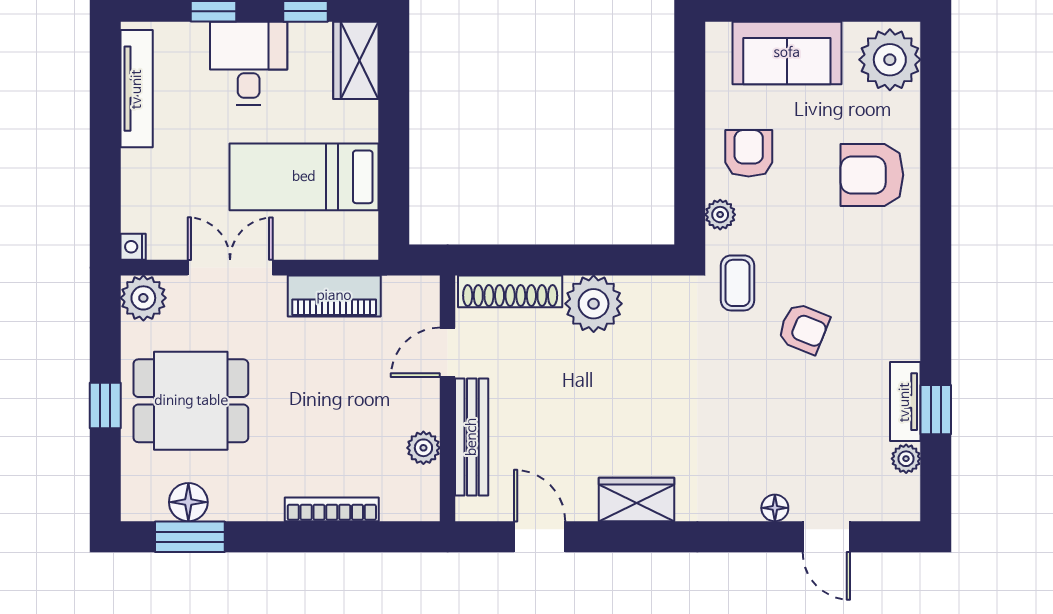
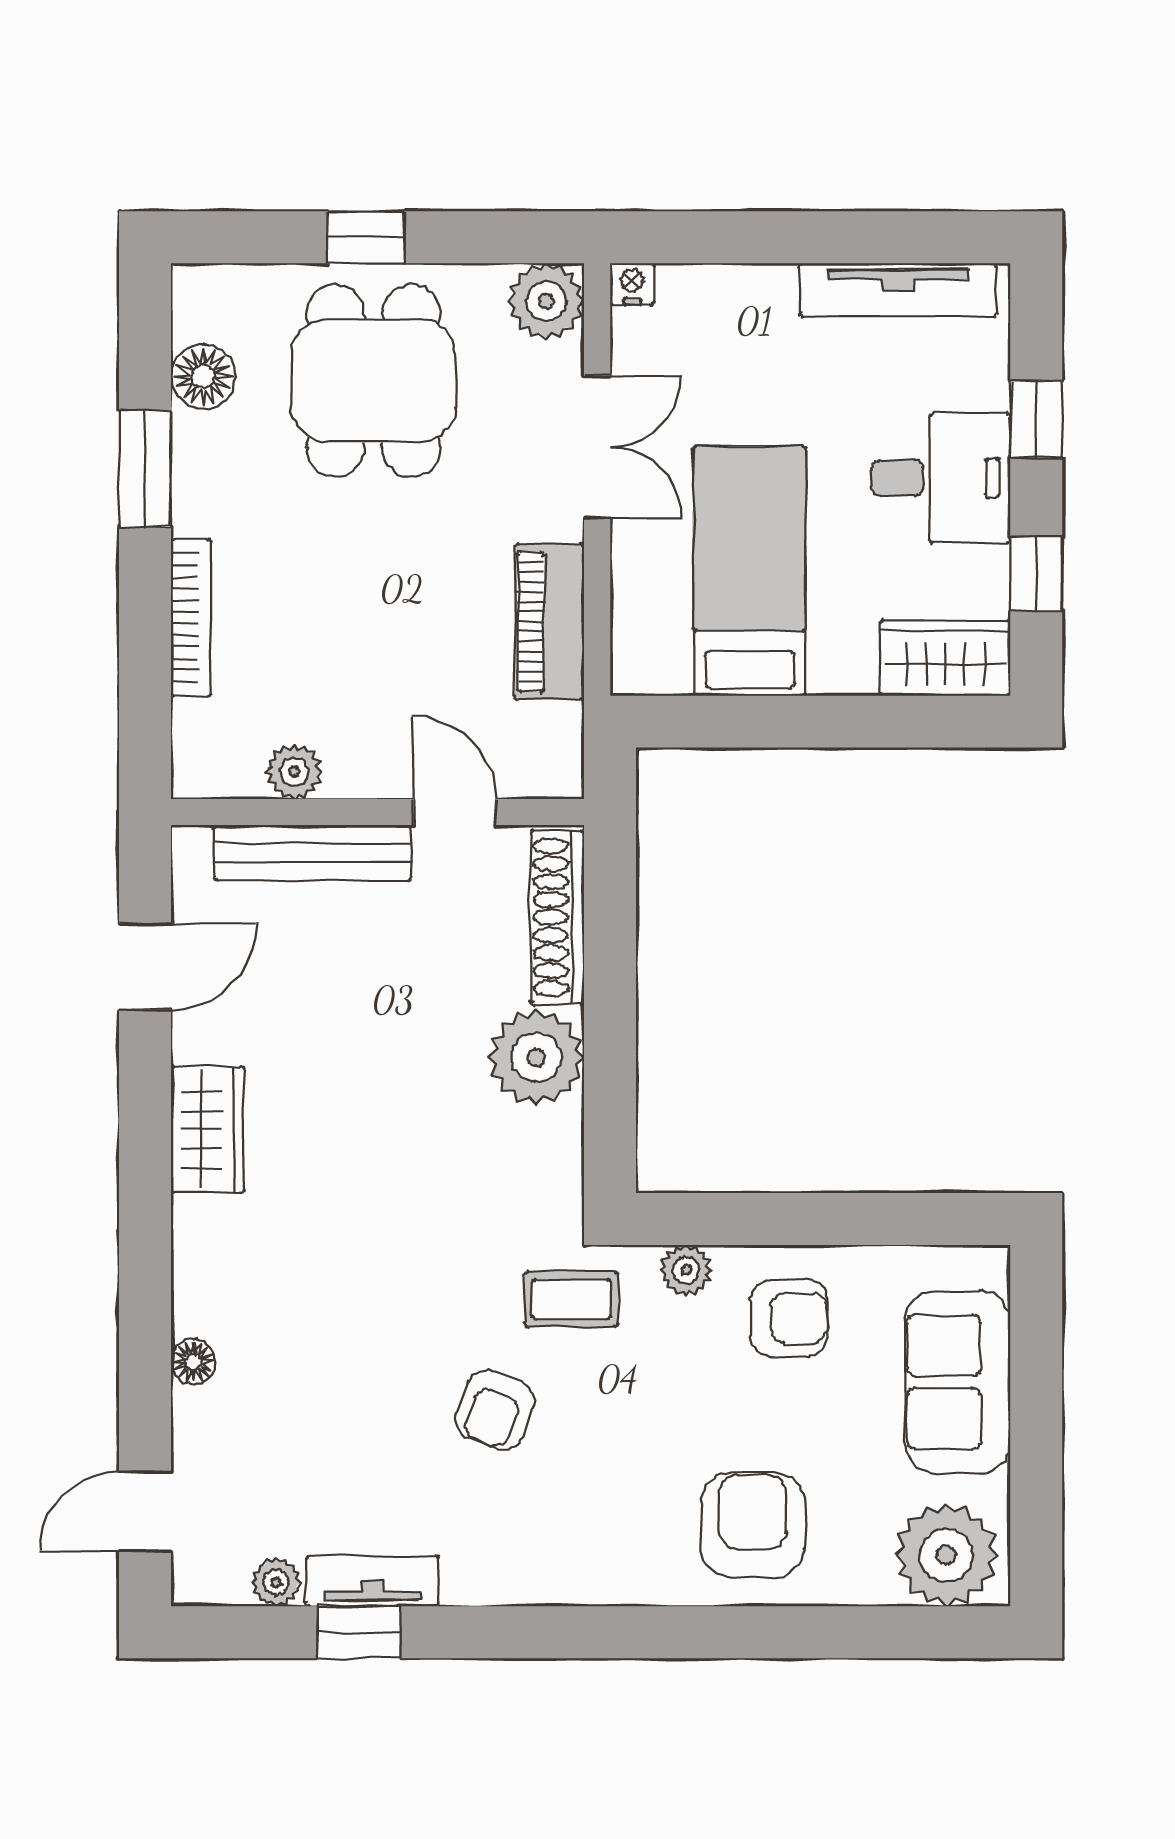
window: (190, 537) -> (145, 469), moved
door: (826, 537) -> (145, 1512), moved

